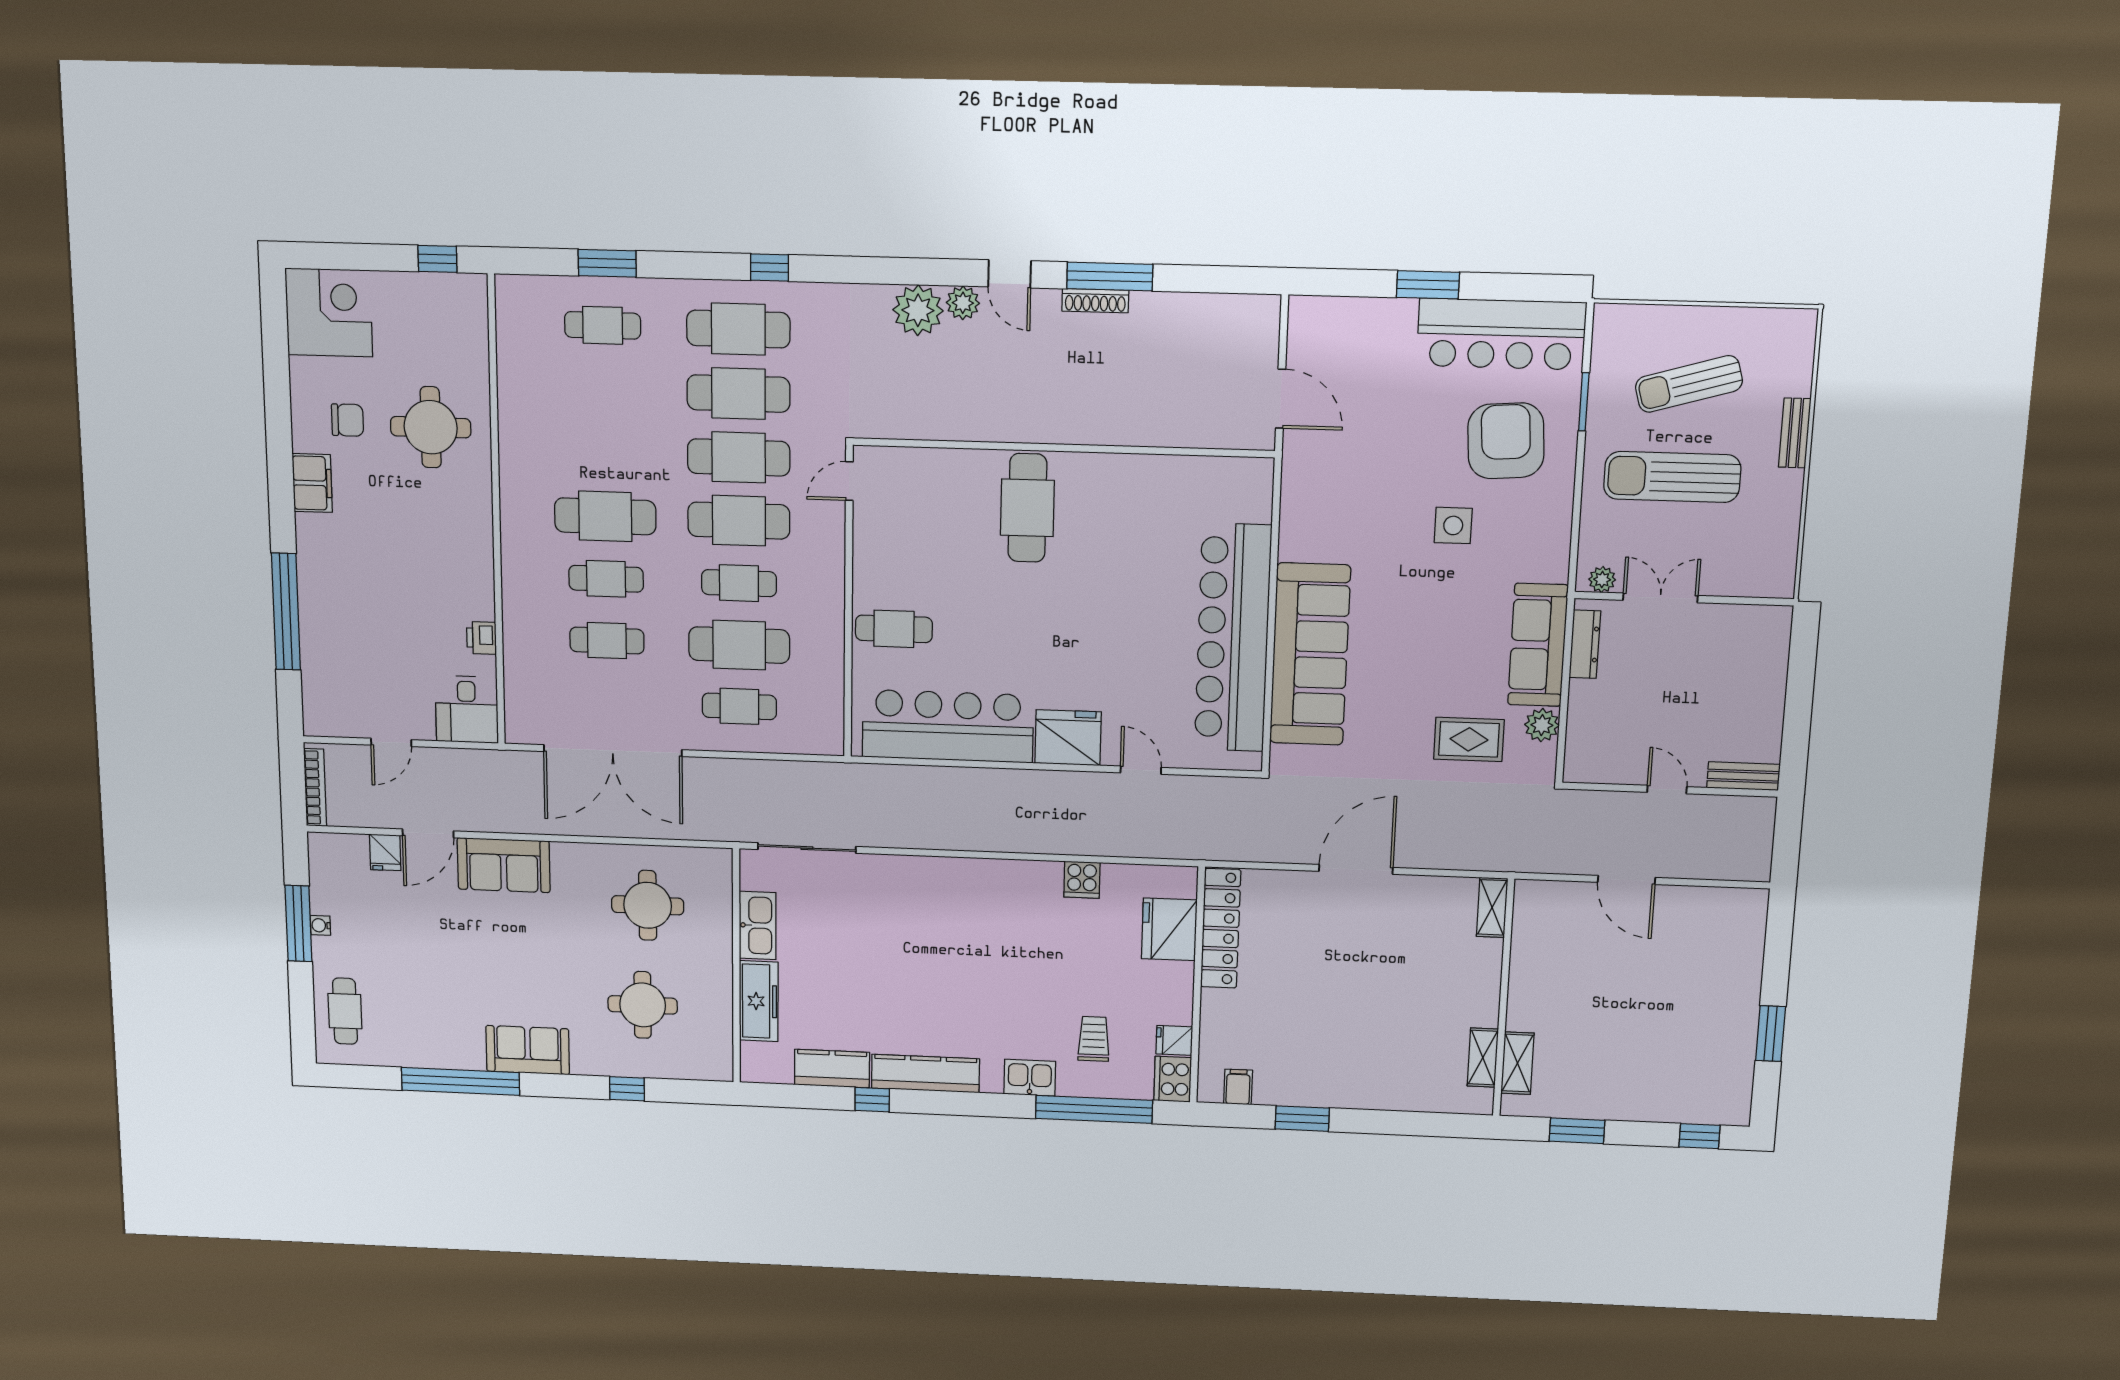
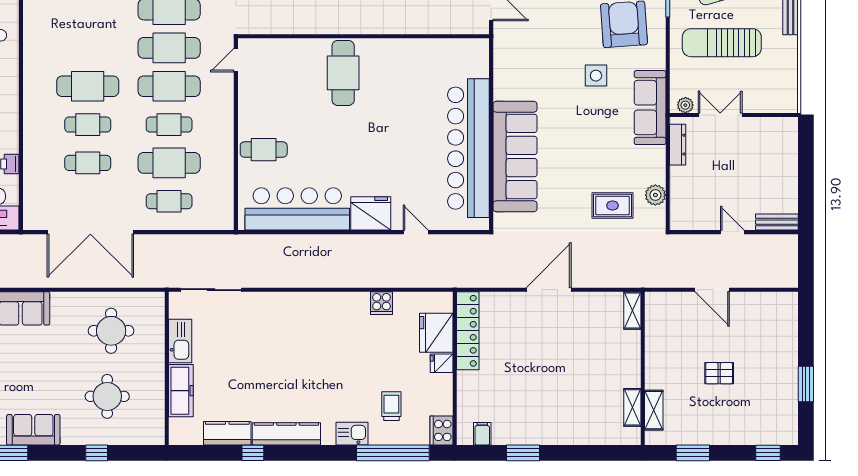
sofa: (1538, 645) -> (650, 108), moved
pallet: (1629, 1011) -> (719, 373), added
fridge: (1174, 1040) -> (442, 363), moved

